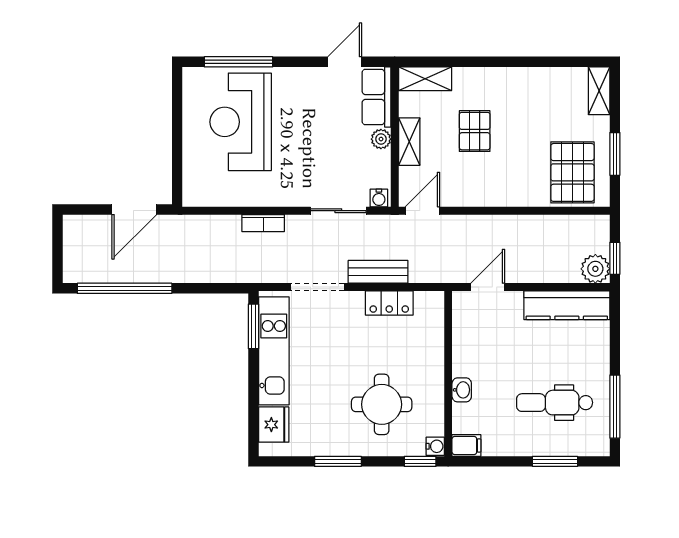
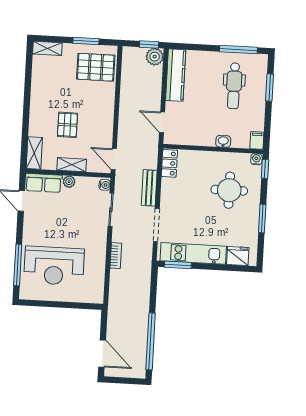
pallet: (475, 131) -> (67, 125), turned 90
door: (134, 209) -> (102, 354), moved
locker: (389, 303) -> (169, 163), moved

